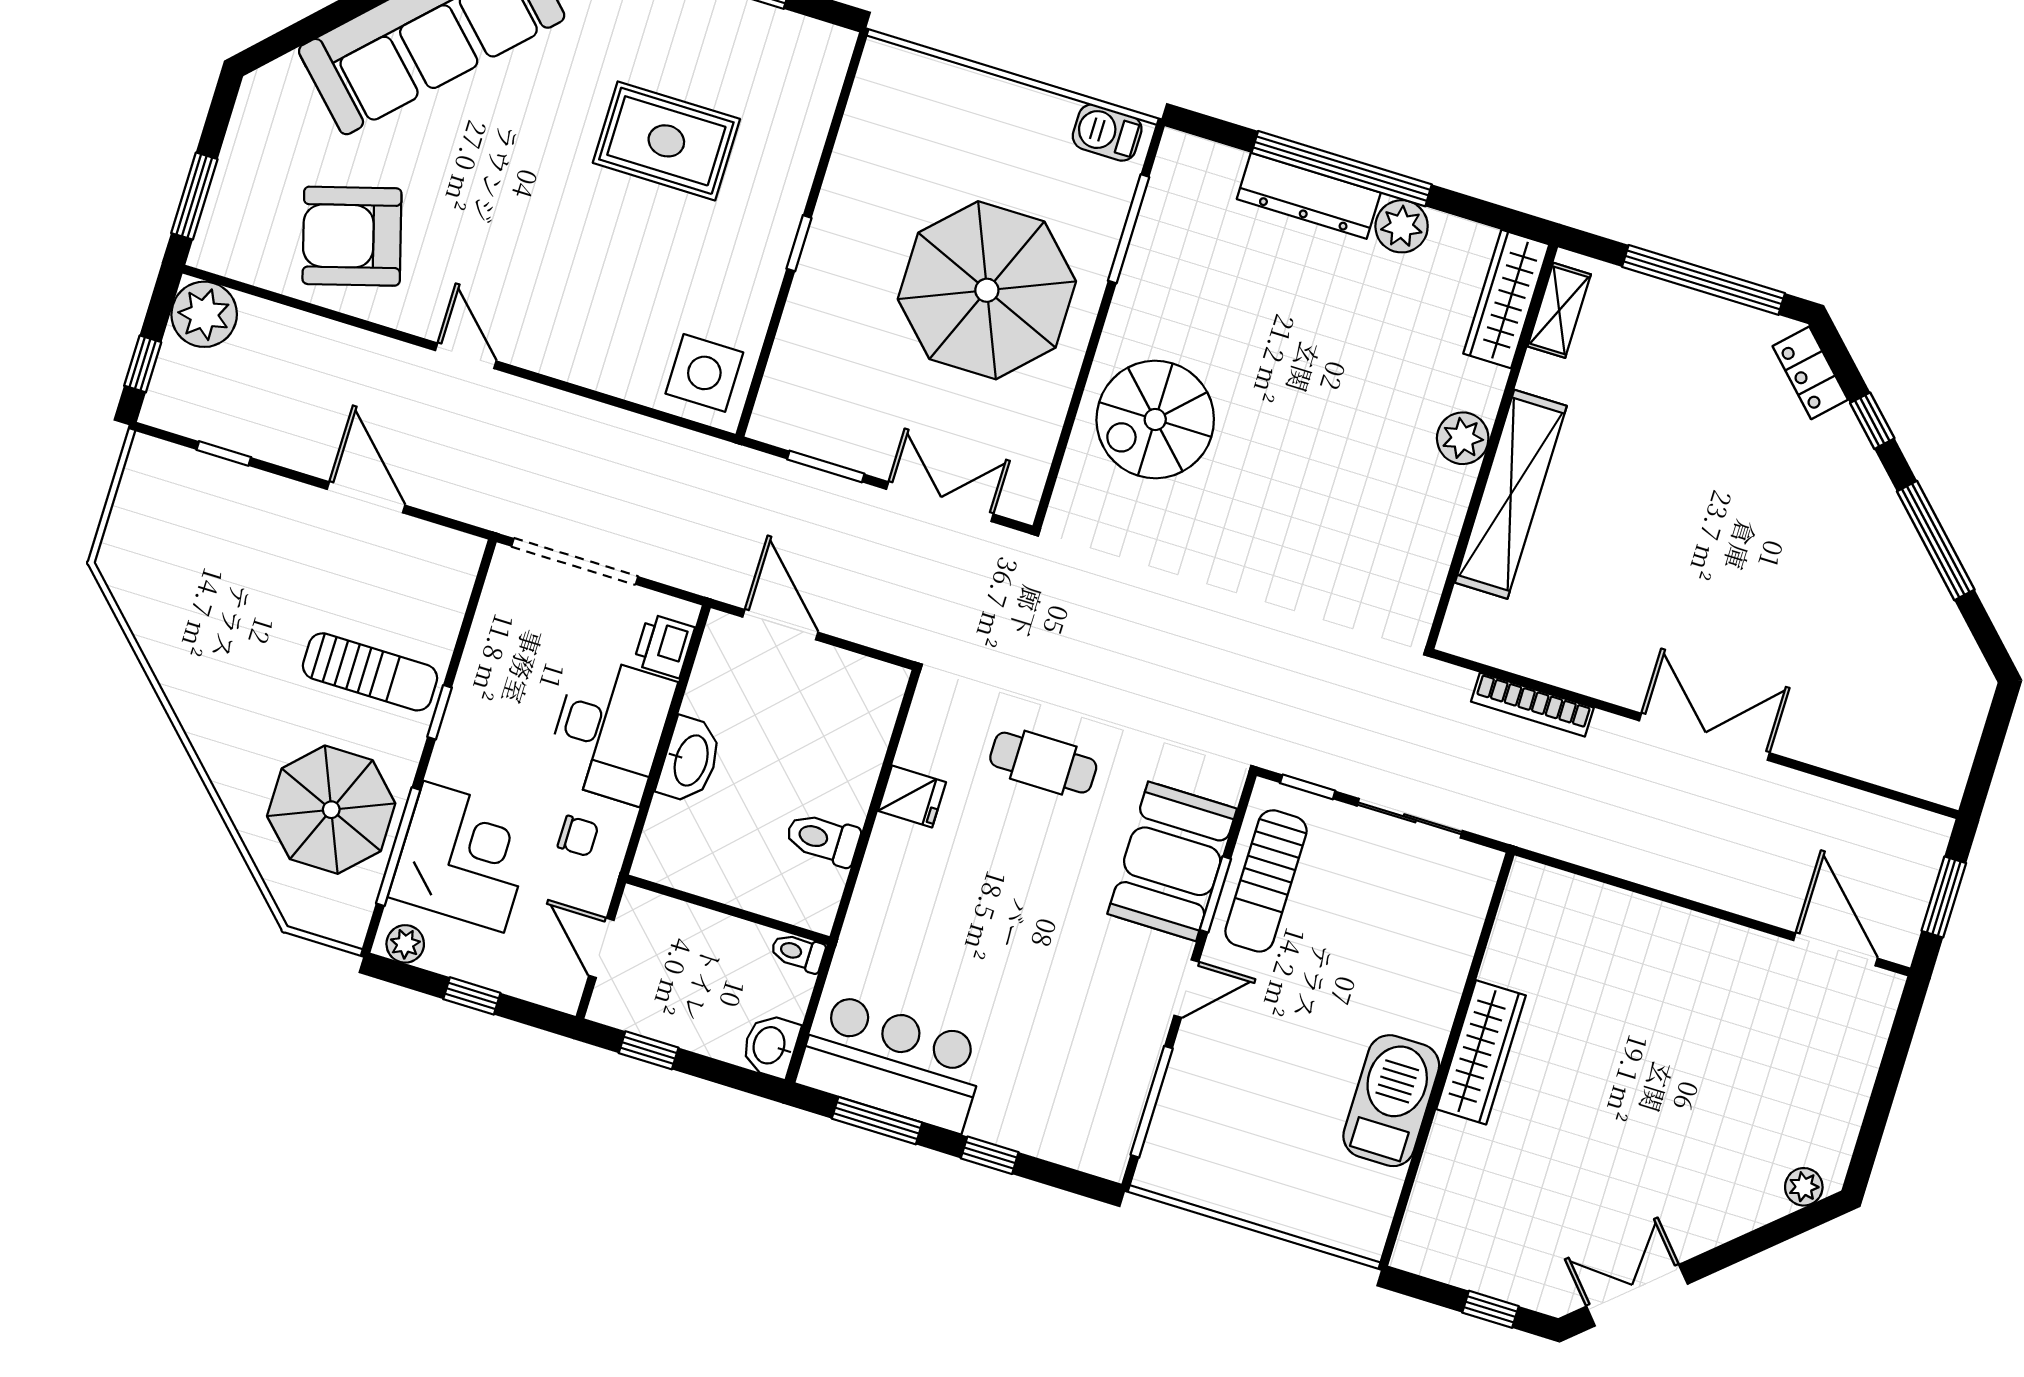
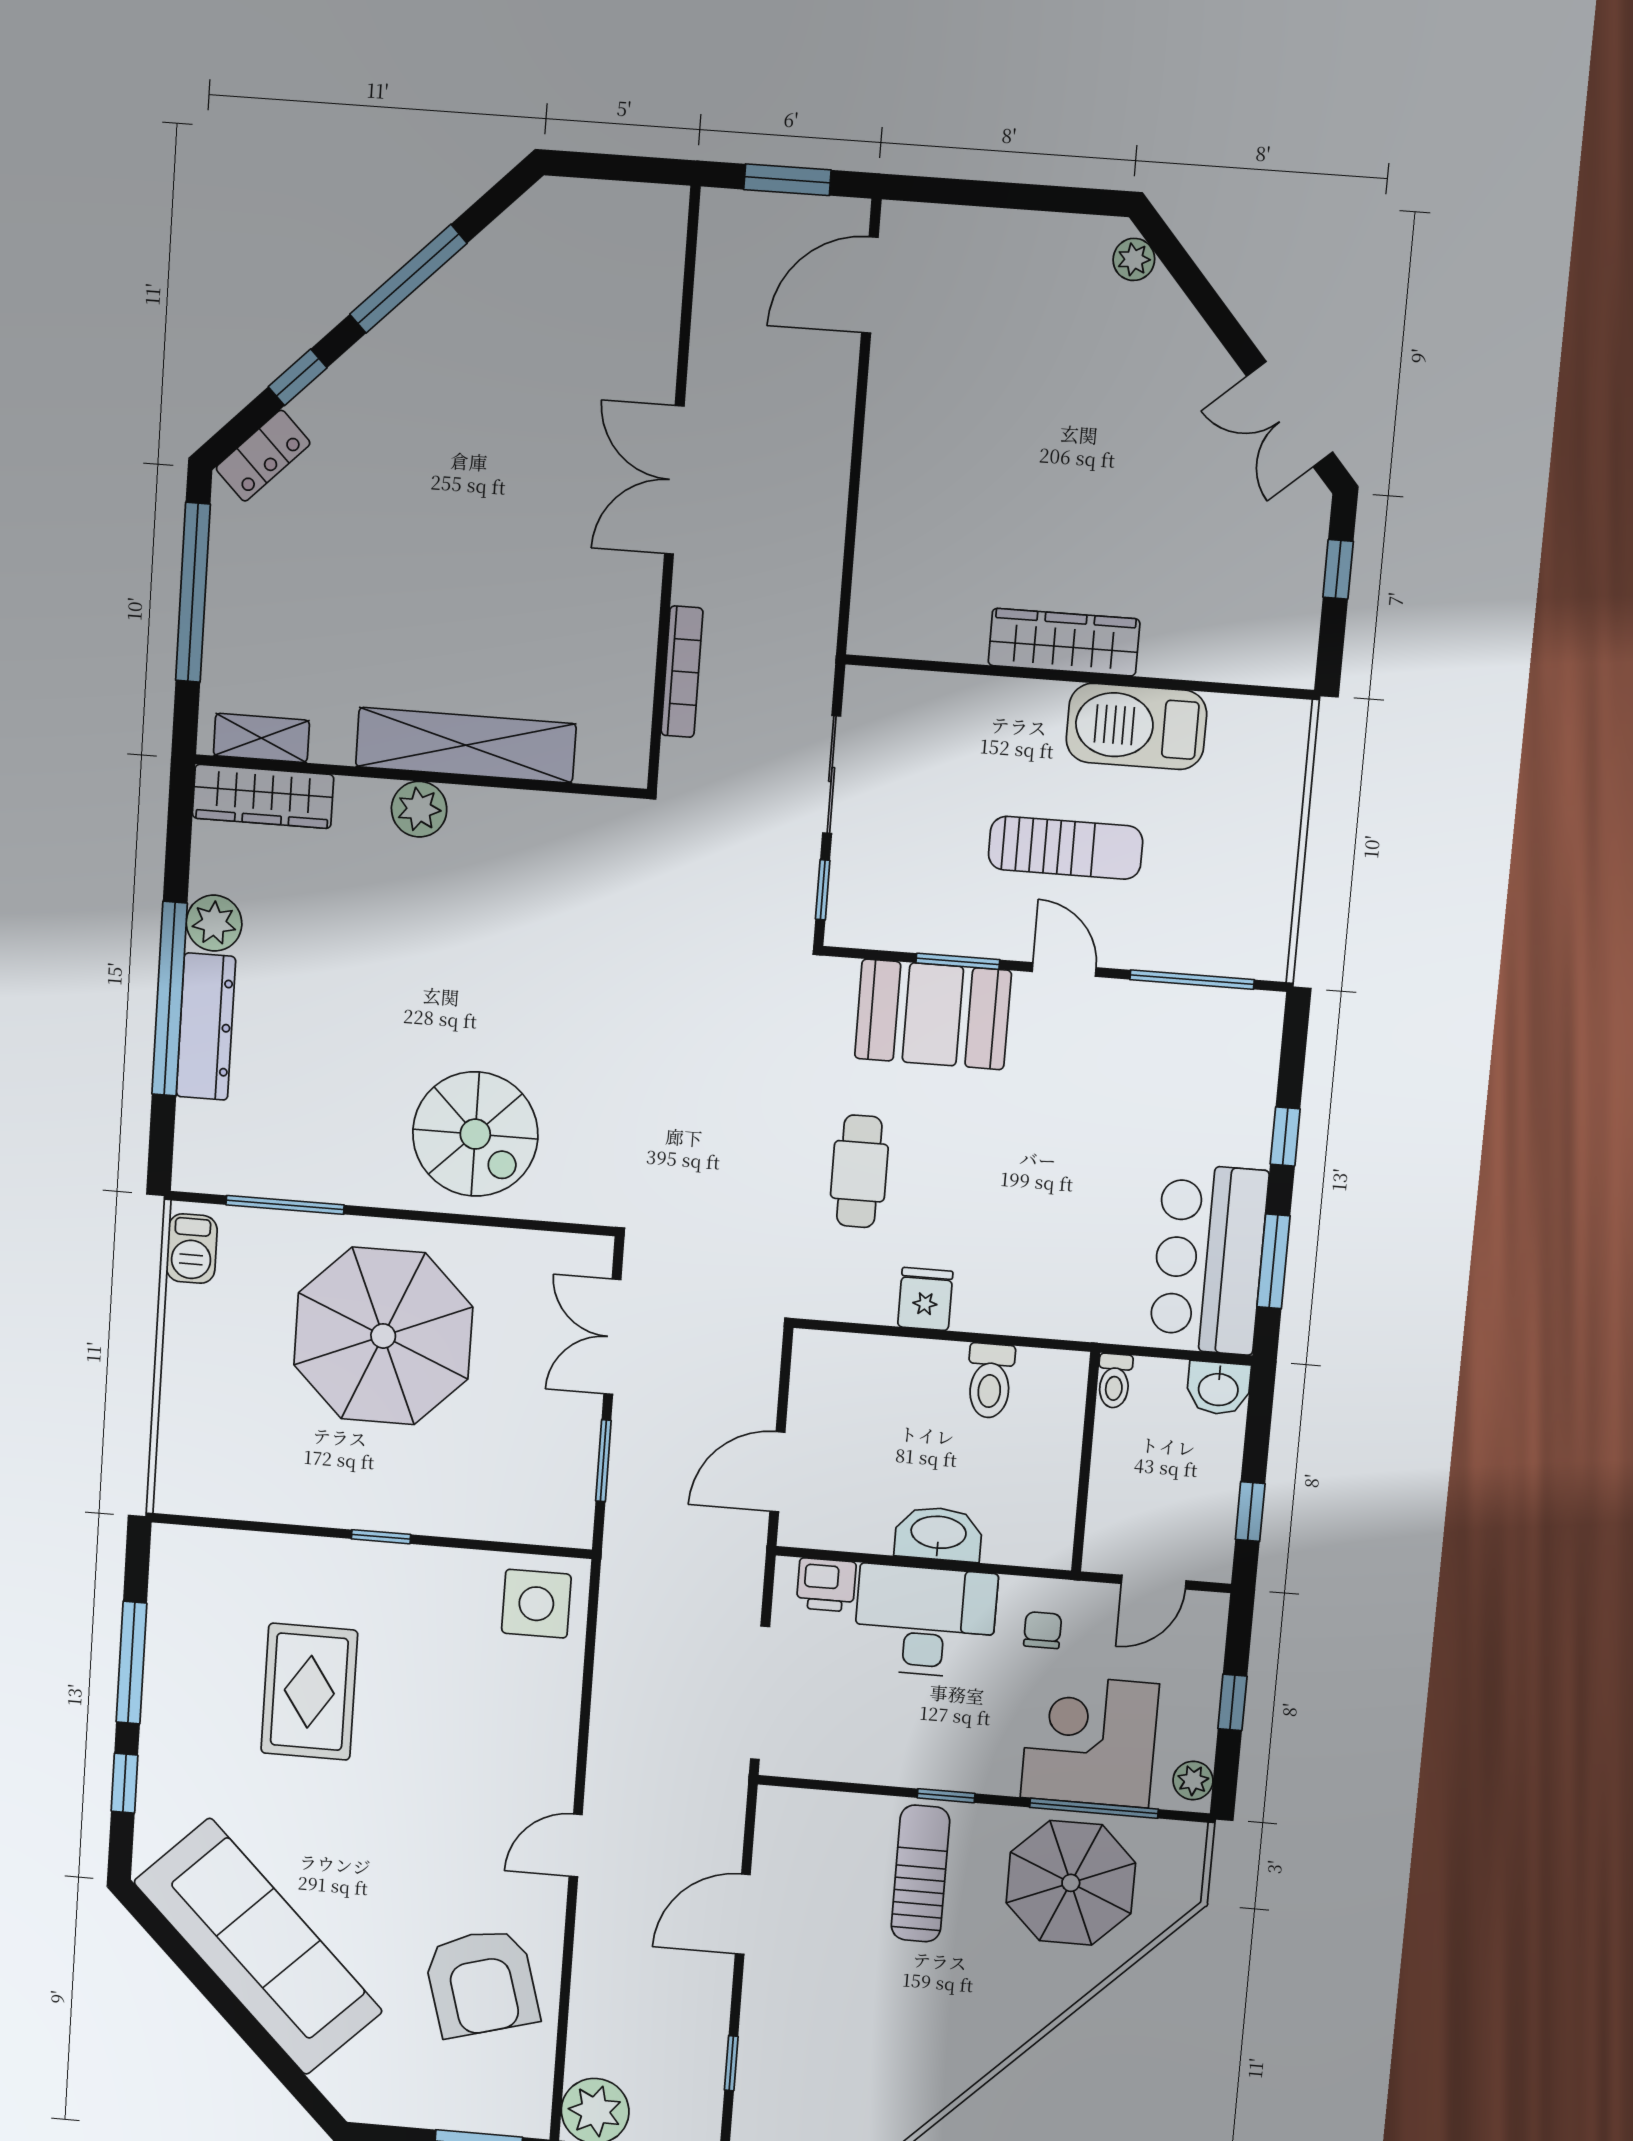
sun lounger: (1266, 881) -> (1066, 848), moved

